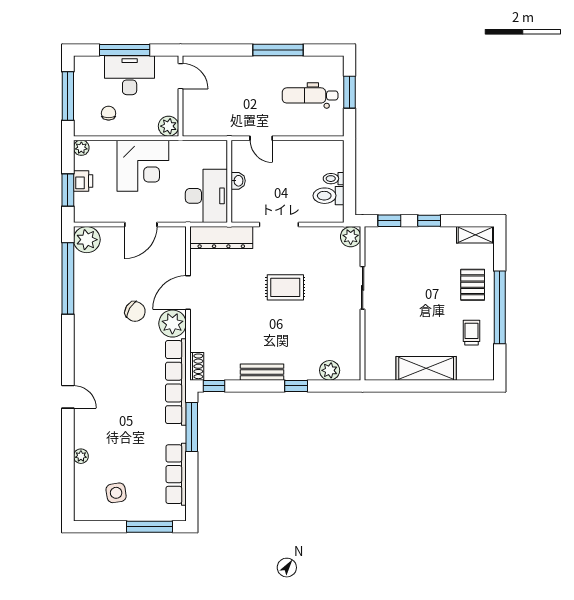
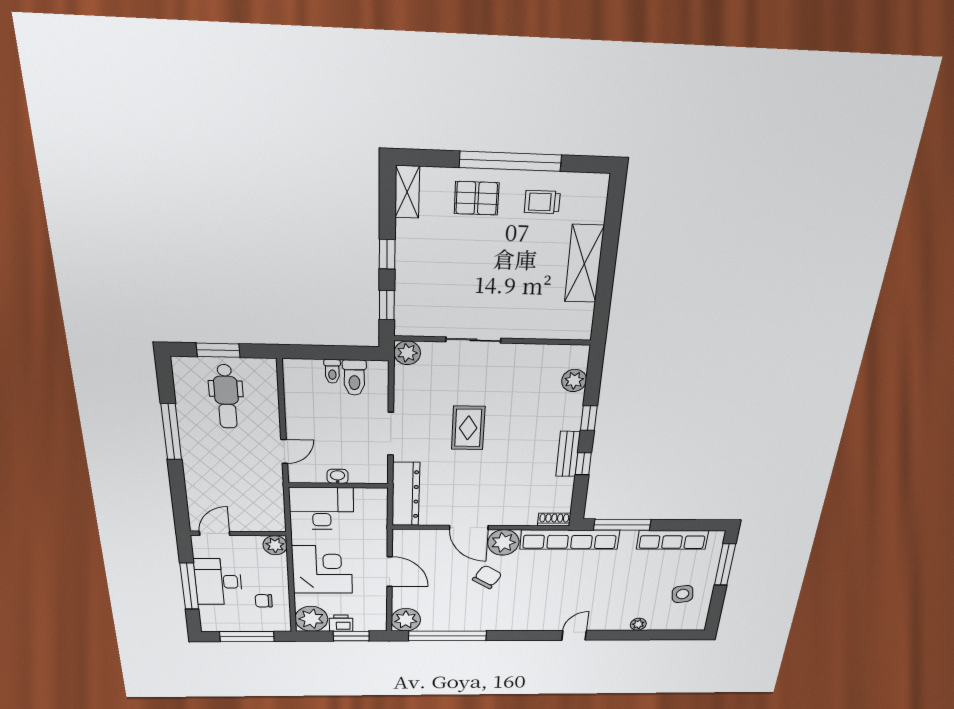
plant: (81, 148) -> (311, 619), width x1.88, depth x1.88
desk: (206, 196) -> (321, 508), moved
window: (214, 386) -> (583, 464), moved

